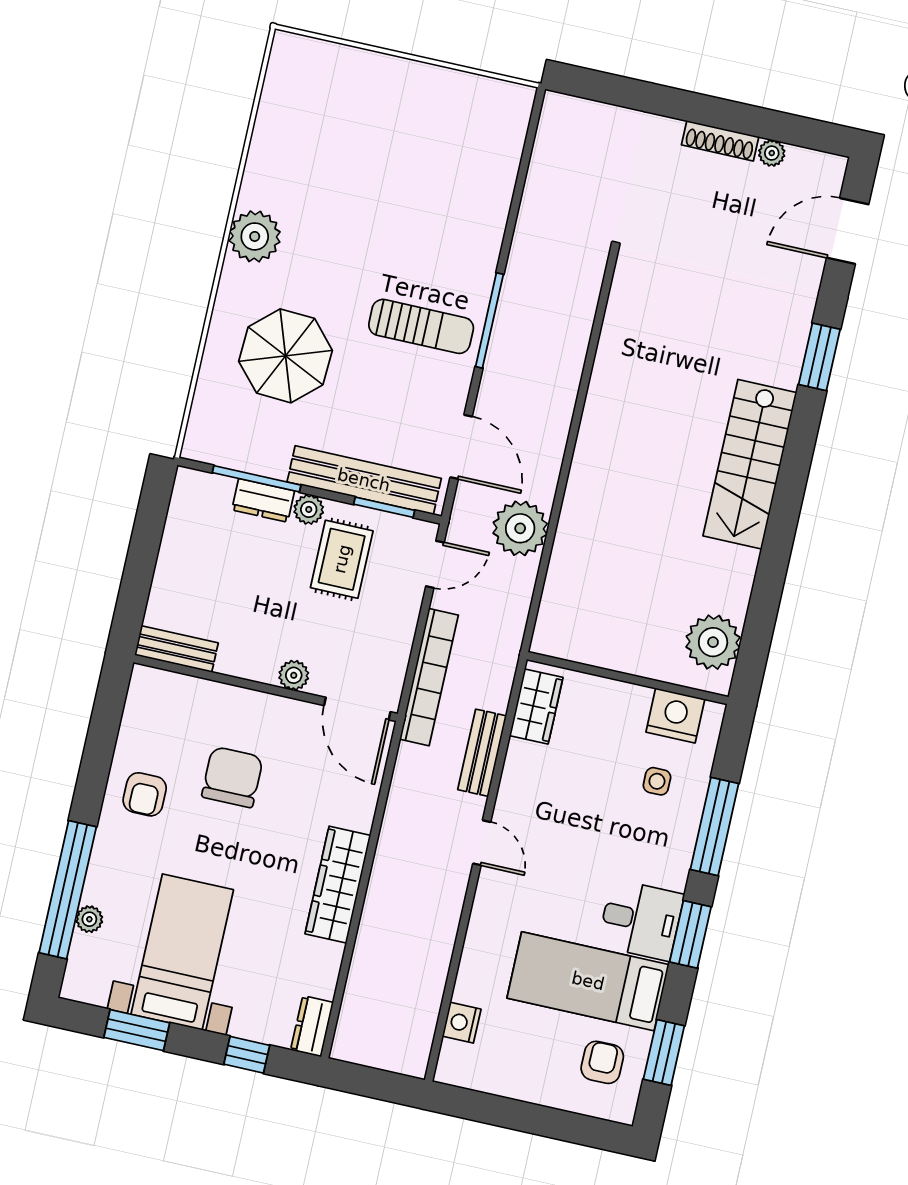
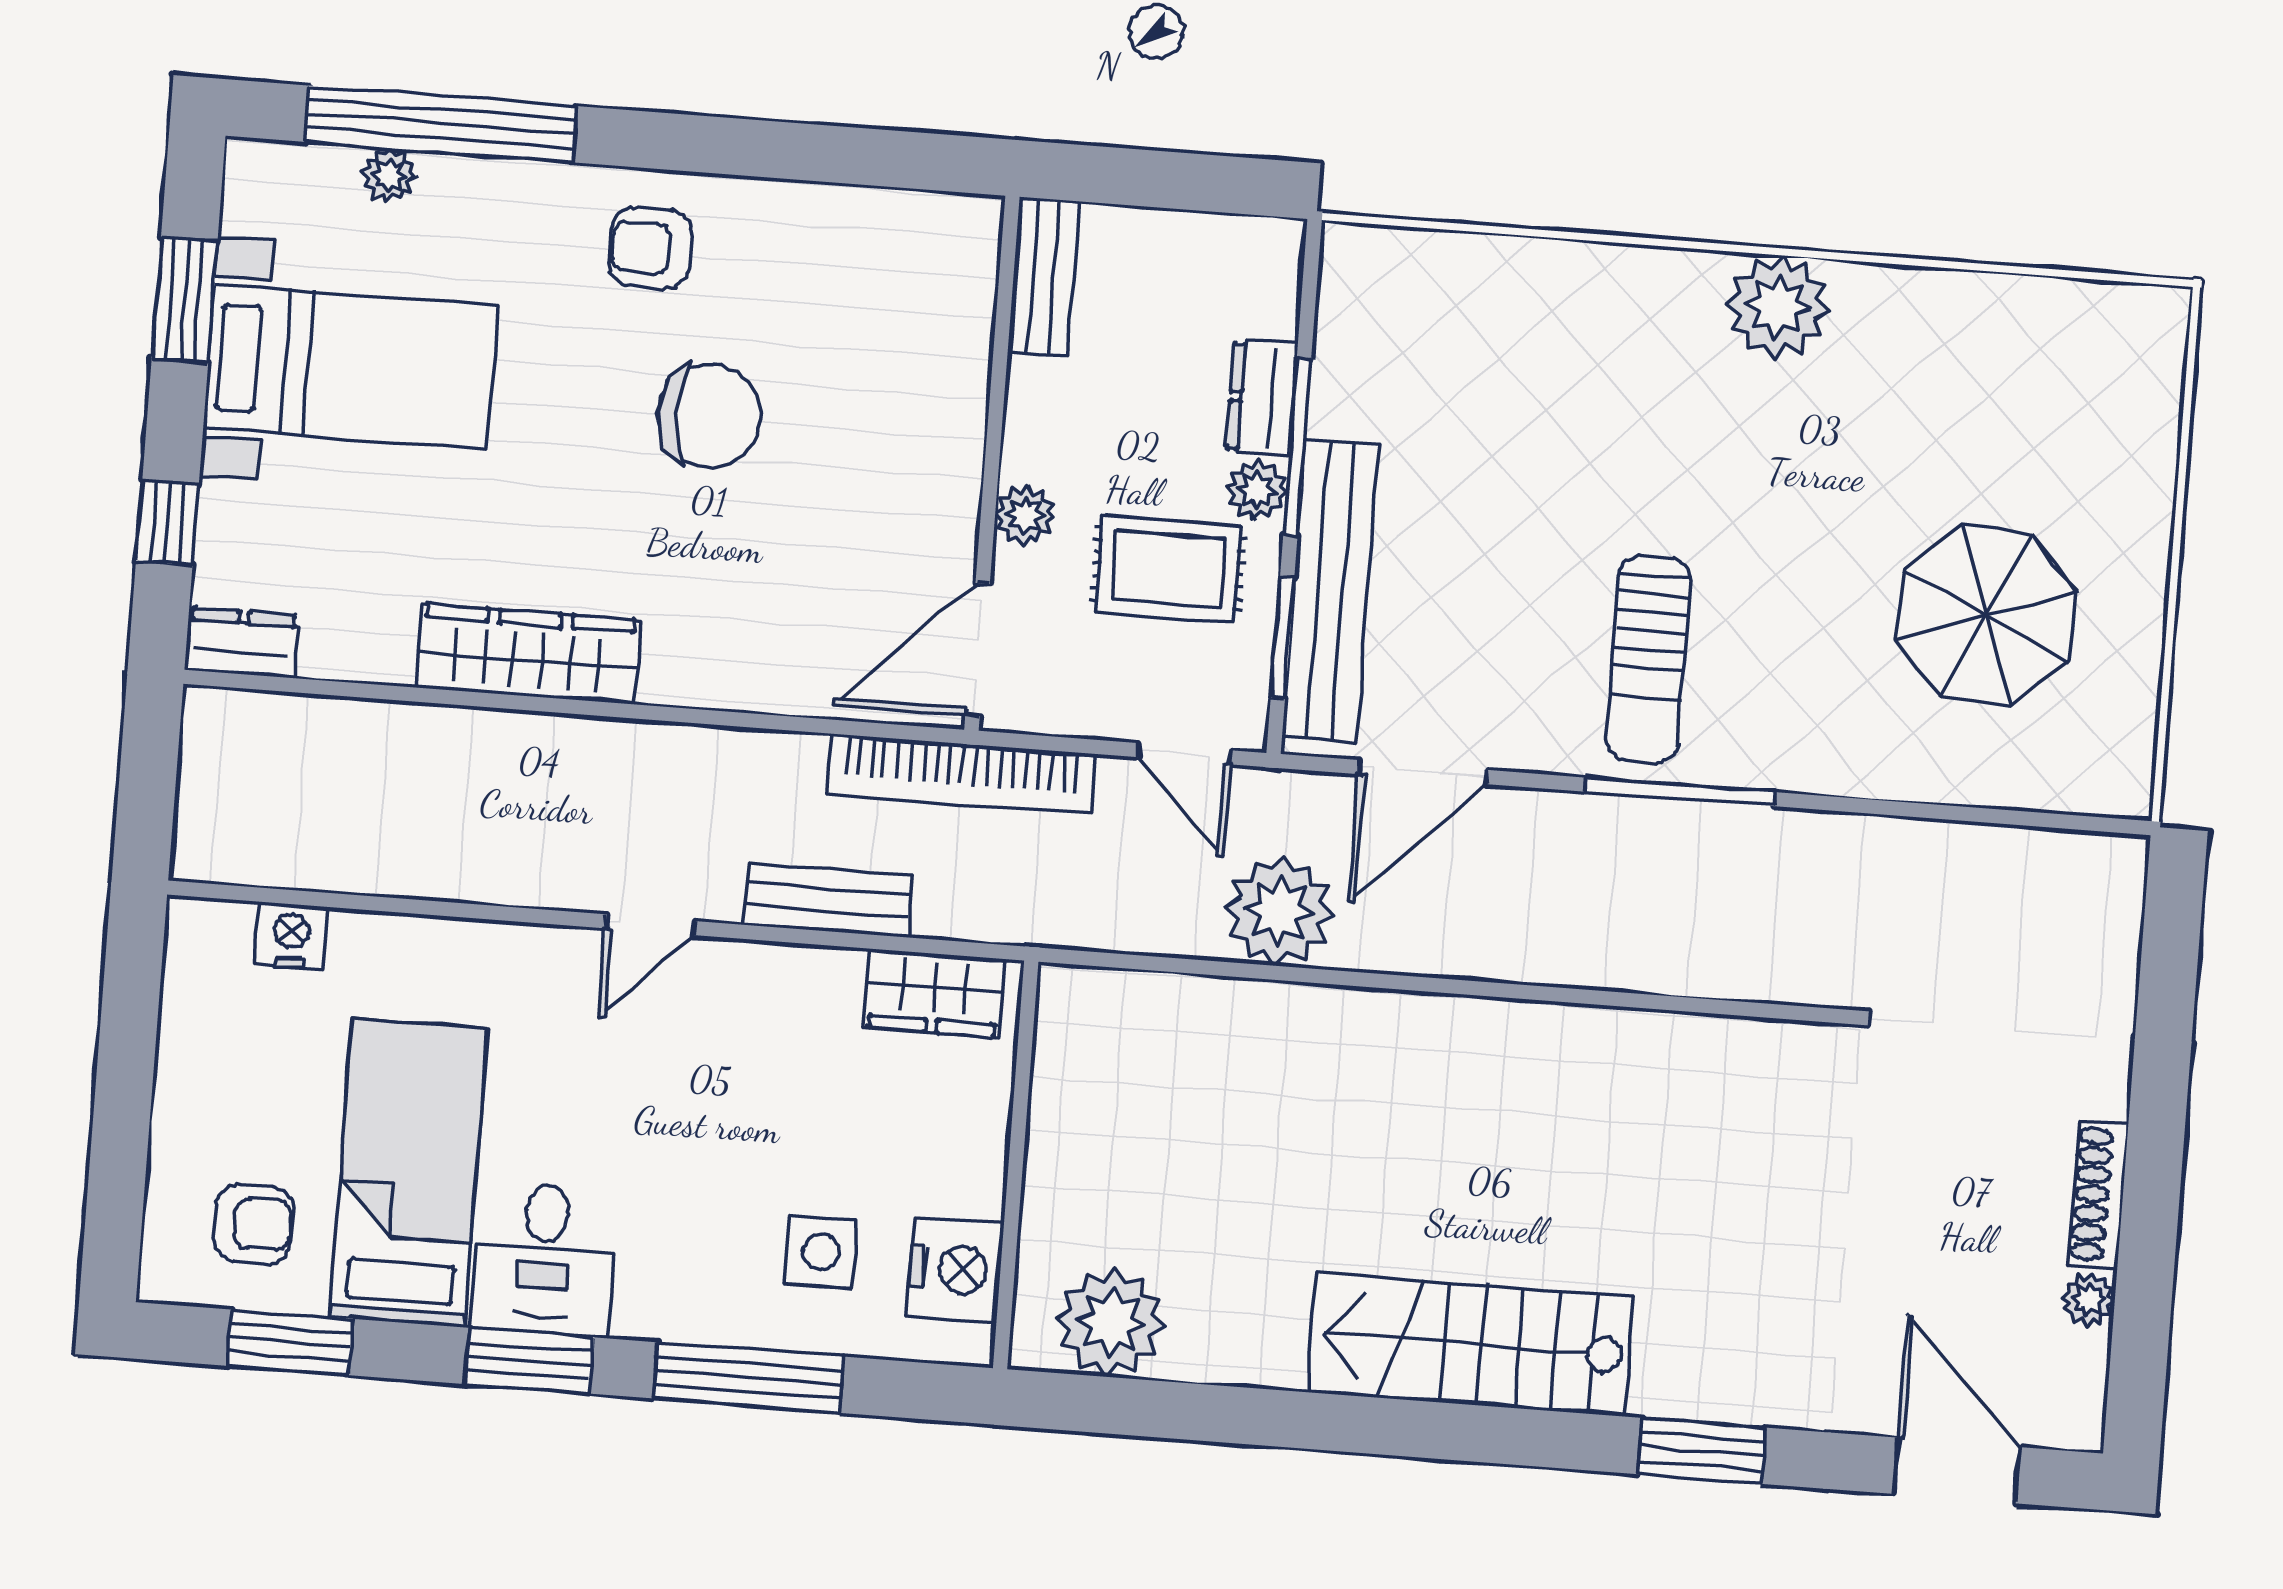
parasol: (286, 356) -> (1986, 615), moved
window: (257, 479) -> (1297, 447), moved
bench: (176, 649) -> (1043, 277), moved
plant: (294, 675) -> (1025, 515), moved
wall: (265, 688) -> (992, 463), moved
door: (357, 709) -> (978, 650), moved
side table: (657, 781) -> (821, 1252), width x1.37, depth x1.37

